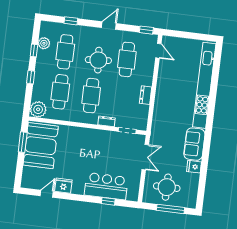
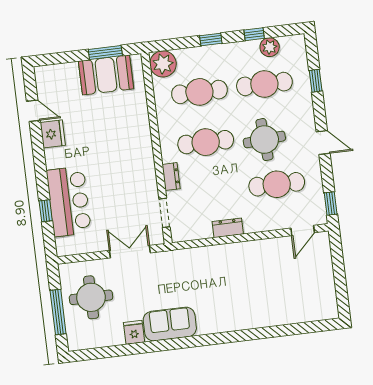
kitchen unit: (204, 85) -> (266, 317), removed
booth: (41, 146) -> (106, 75), width x0.73, depth x0.70
double door: (145, 157) -> (130, 252), swing flipped

